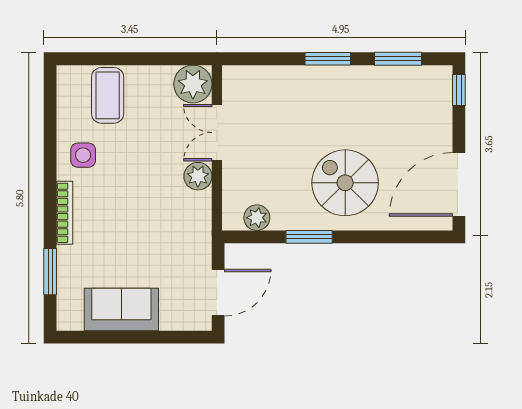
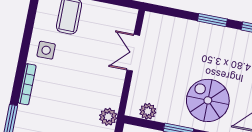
plant: (193, 84) -> (124, 19), removed
plant: (198, 176) -> (108, 117), moved

